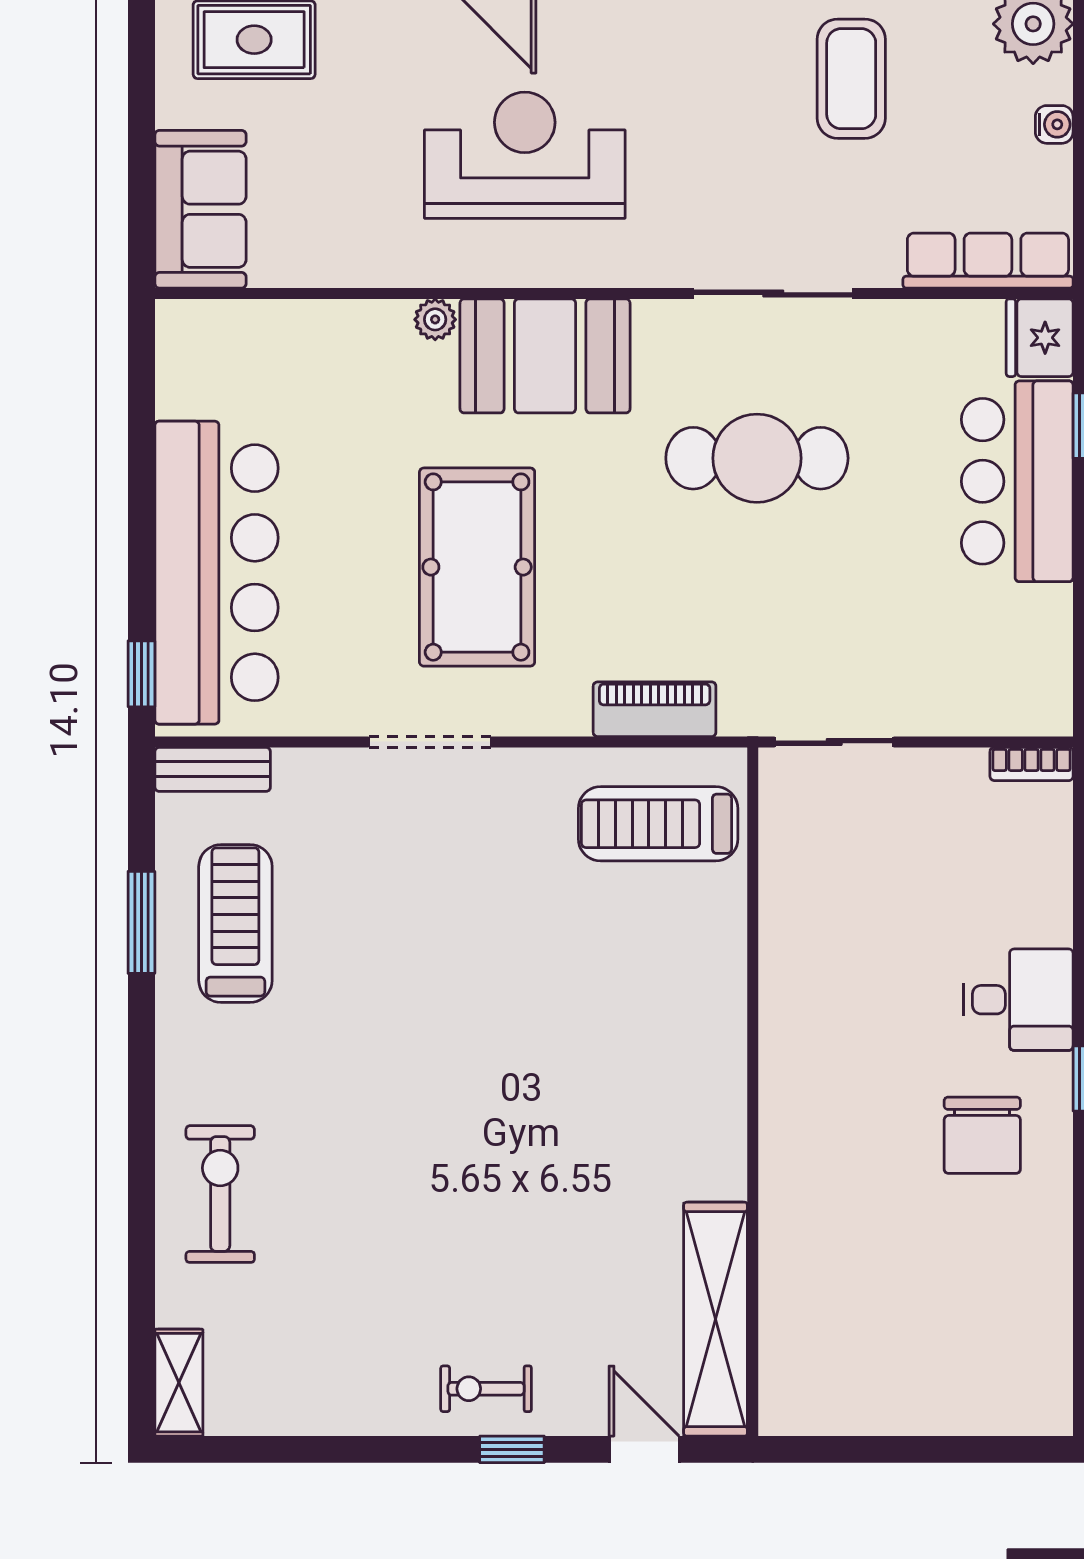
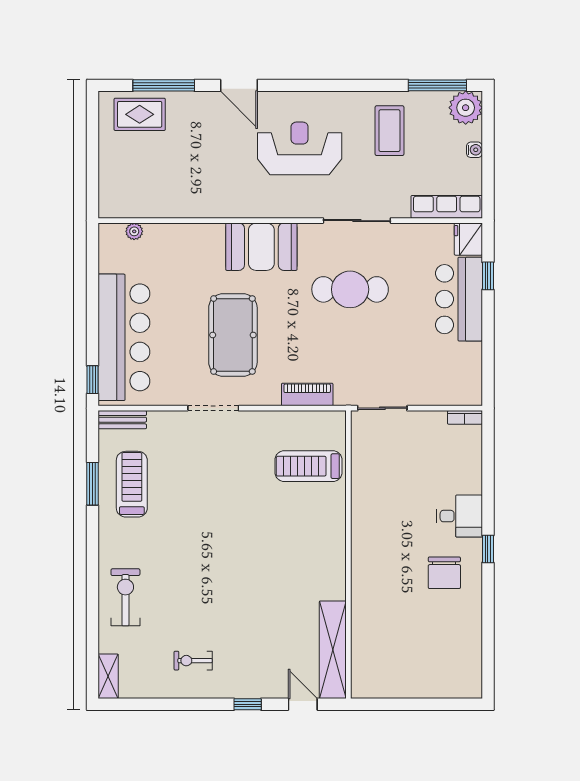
reception desk: (525, 155) -> (300, 148), moved
sofa: (200, 209) -> (117, 185), removed
plant: (435, 319) -> (134, 231), moved
treadmill: (658, 824) -> (309, 466), moved
exercise bike: (486, 1389) -> (193, 661), moved

